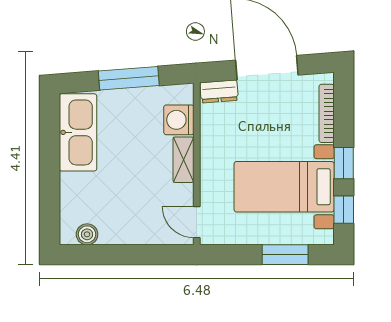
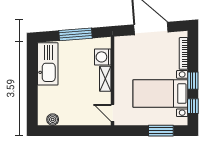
dresser: (219, 91) -> (125, 41), removed

